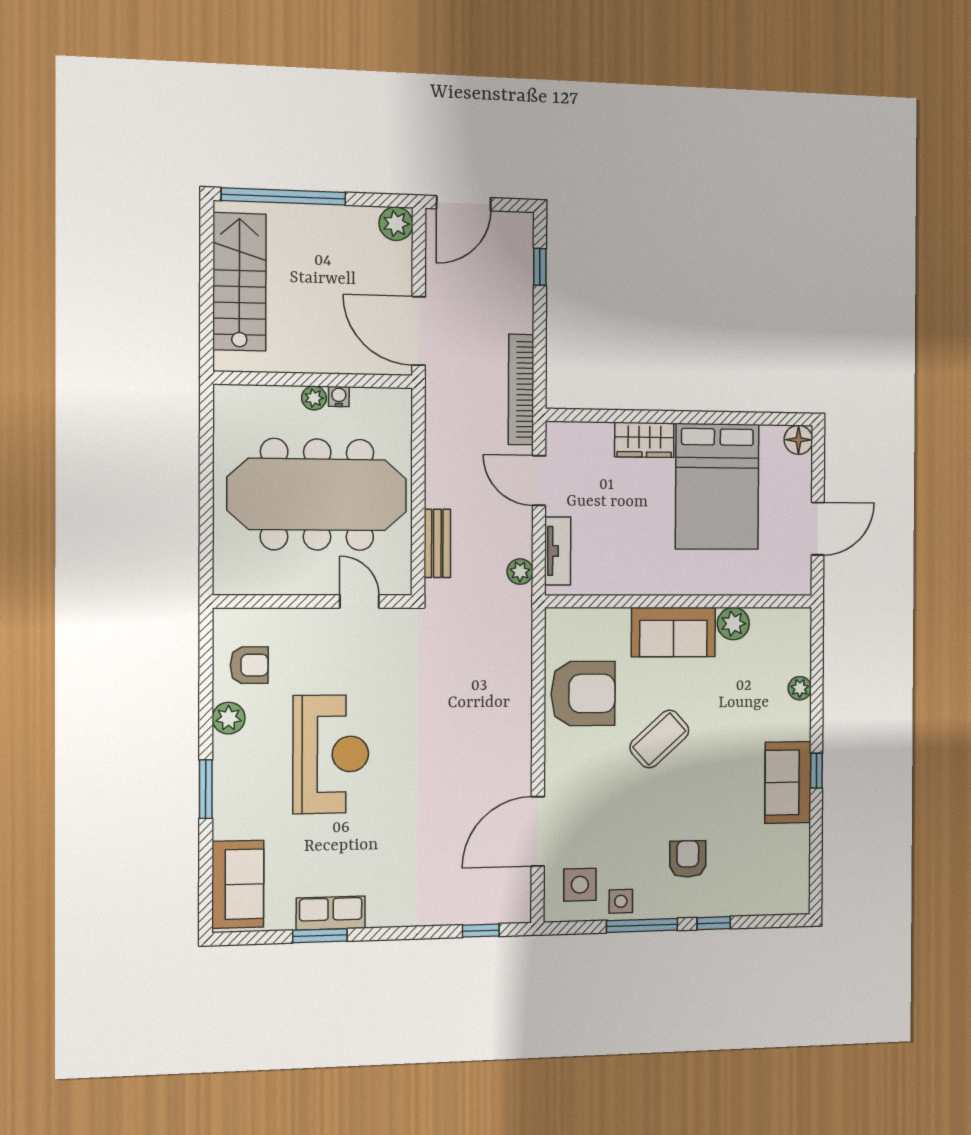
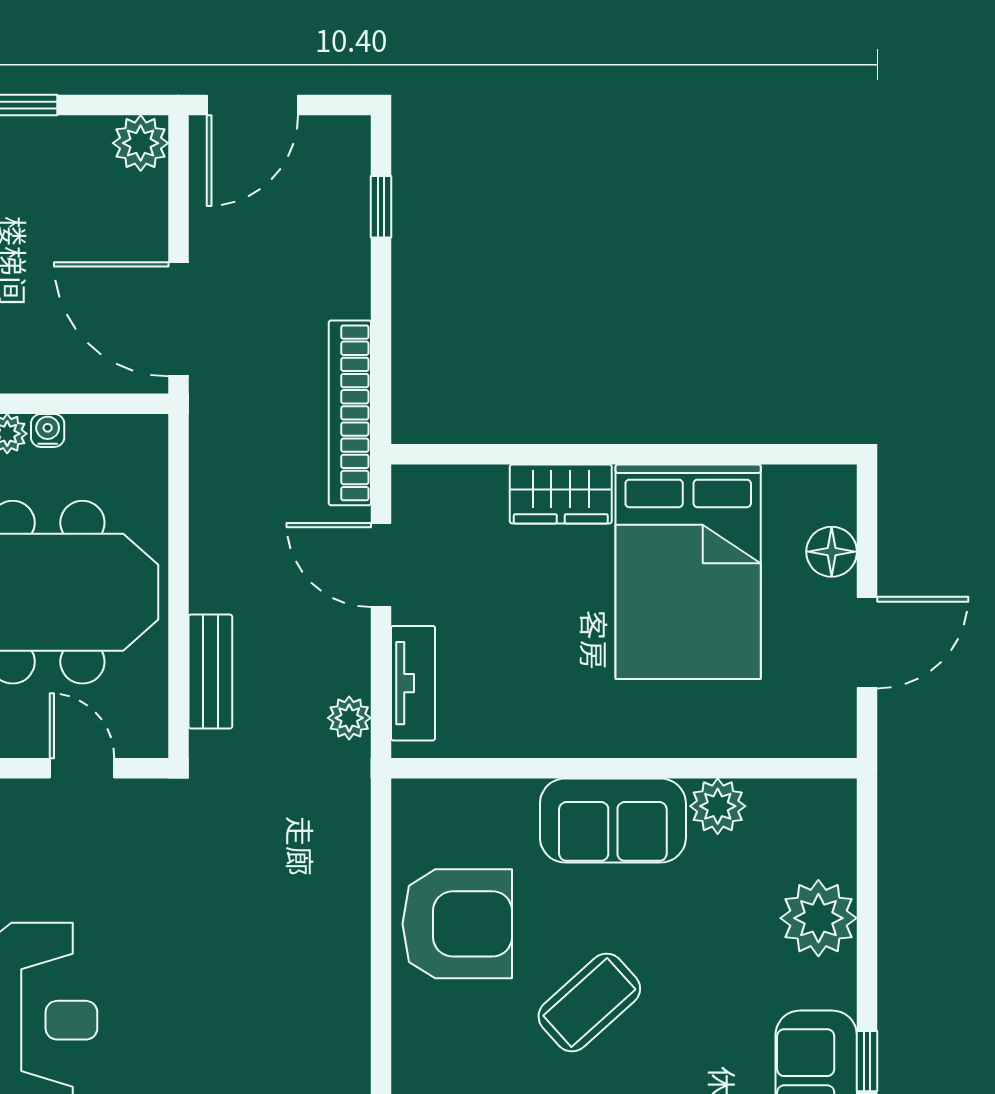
floor lamp: (798, 440) -> (832, 552), moved
plant: (800, 688) -> (818, 918), width x1.87, depth x1.87

